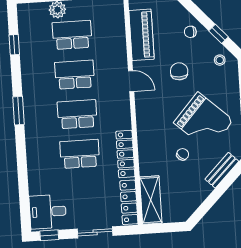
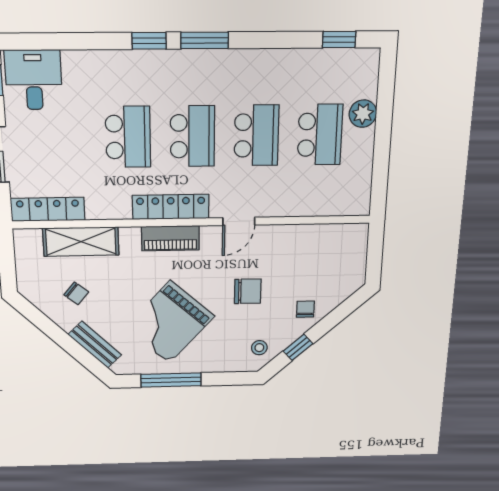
piano: (141, 35) -> (170, 238), moved, width x0.73, depth x0.75
window: (14, 45) -> (339, 40), moved
window: (21, 144) -> (149, 41), added
locker: (125, 154) -> (171, 207), moved
chair: (183, 154) -> (76, 293), moved
shelving: (151, 200) -> (81, 242), moved

